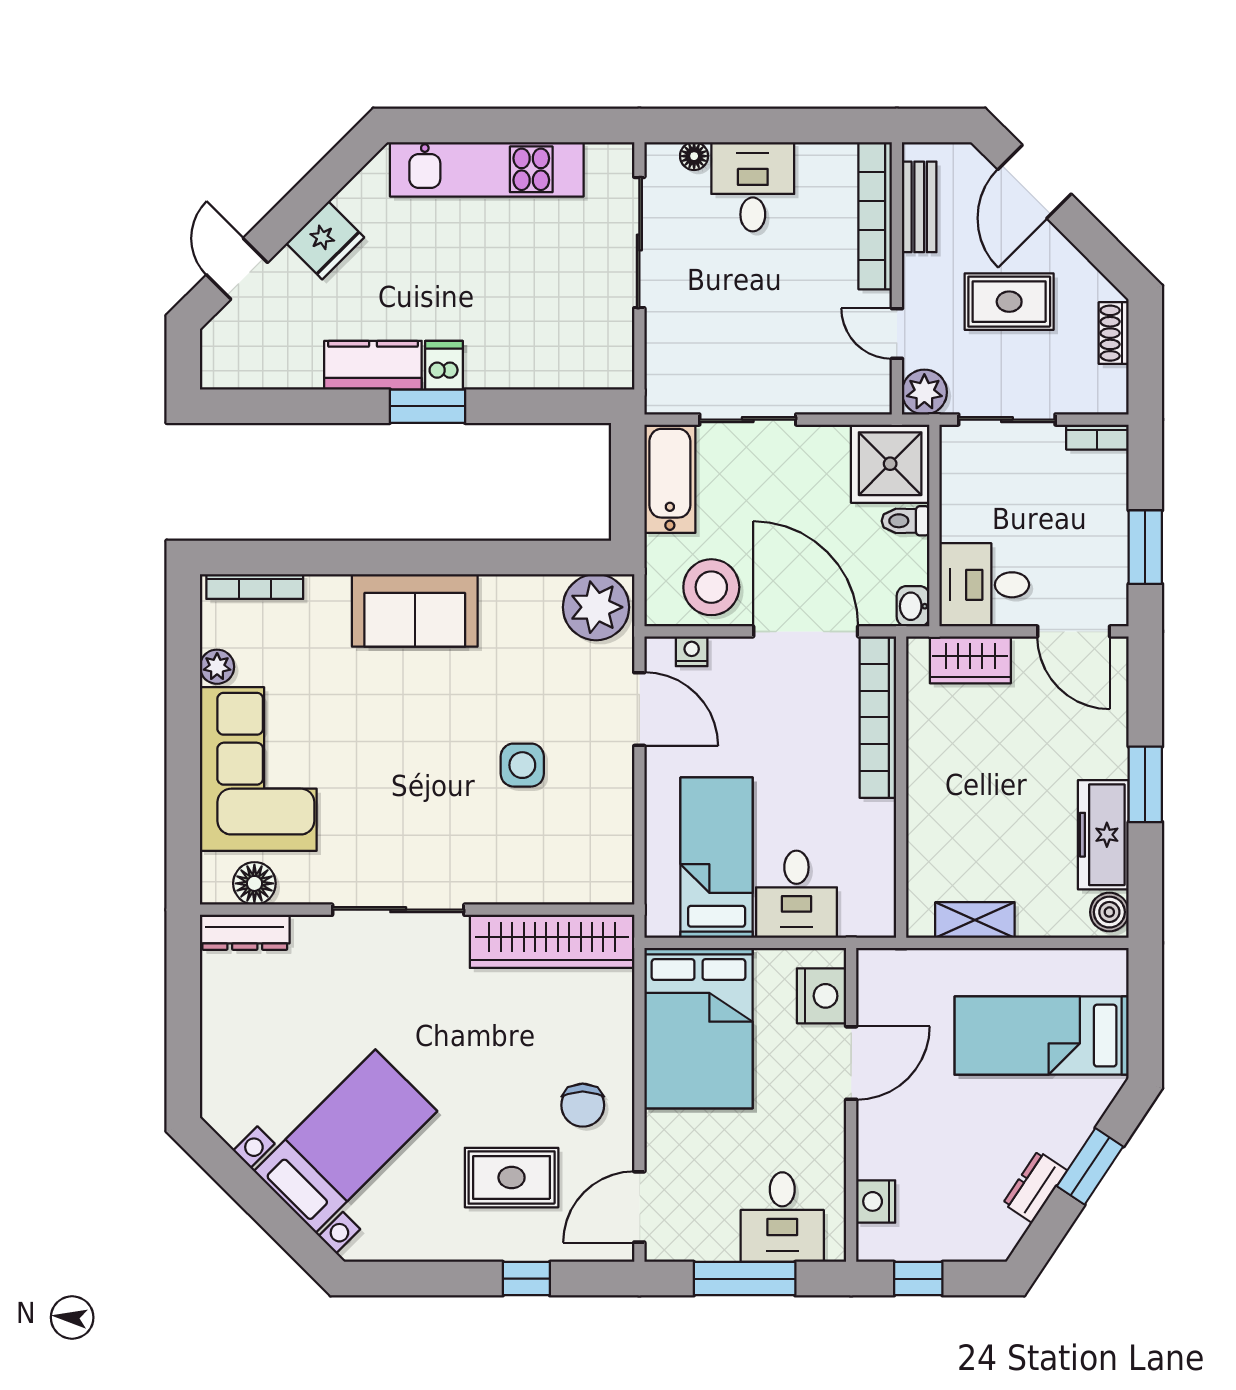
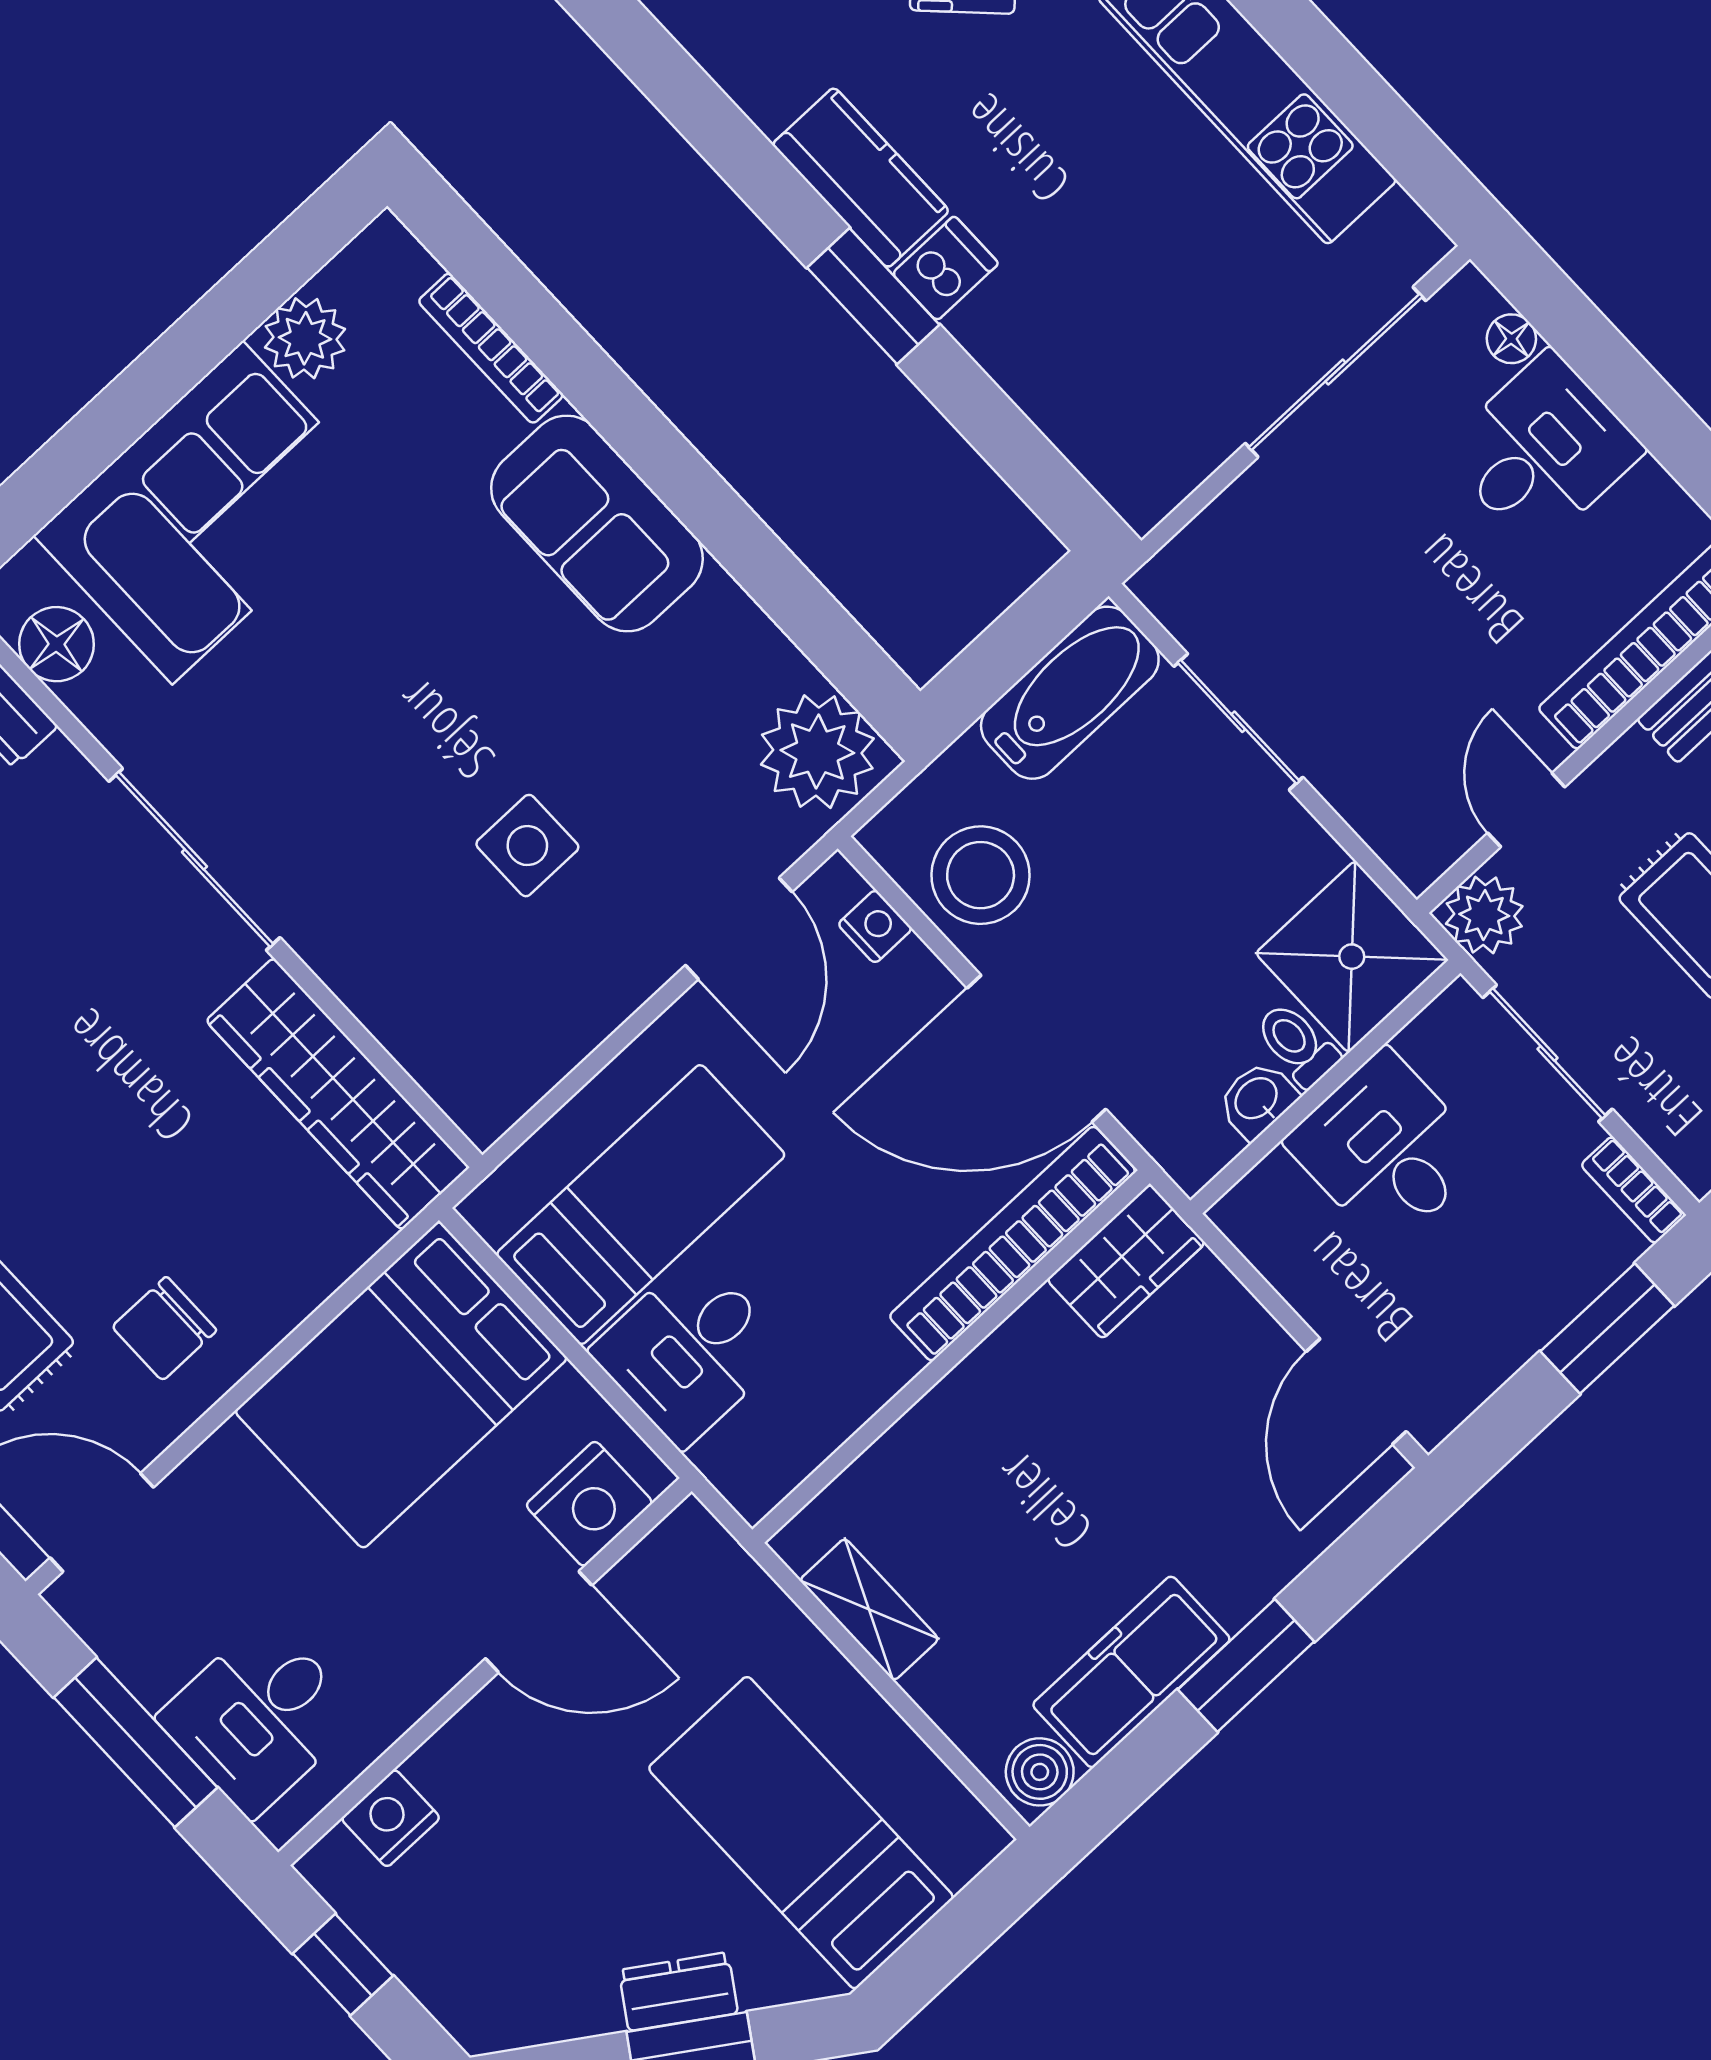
window: (1145, 547) -> (1607, 1329), moved
desk: (984, 585) -> (1386, 1149), moved
bookcase: (255, 586) -> (491, 348), moved
washbasin: (913, 606) -> (1257, 1099), moved
door: (806, 631) -> (1036, 1049), swing flipped
wardrobe: (970, 660) -> (1126, 1261), moved, turned -90
plant: (217, 667) -> (305, 338), width x1.38, depth x1.38
dresser: (1035, 1187) -> (678, 1992), moved

